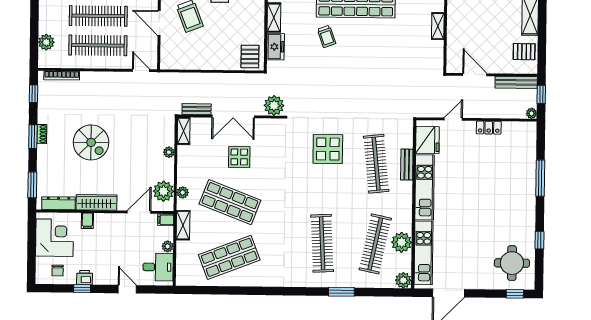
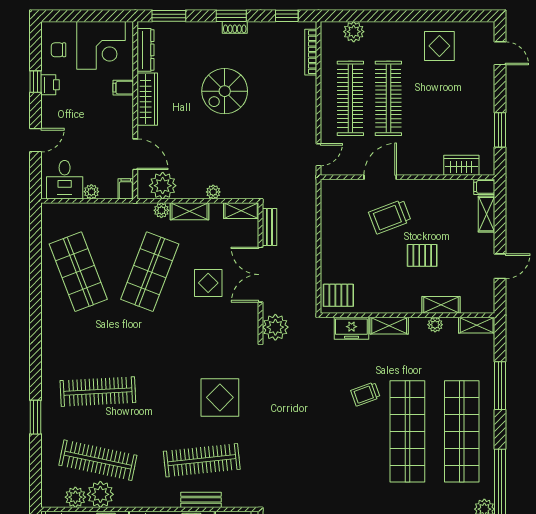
shelving: (183, 225) -> (190, 211), moved
plant: (403, 280) -> (75, 497), moved

